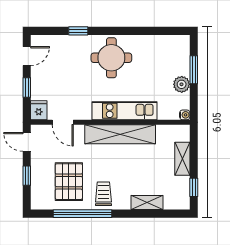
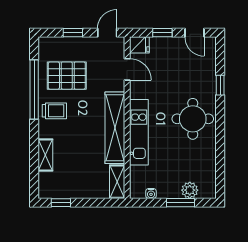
plant: (182, 84) -> (190, 190), moved
water cooler: (185, 115) -> (151, 193), moved
door: (63, 122) -> (127, 69), swing flipped
shelving: (182, 159) -> (117, 182), moved, turned 90

